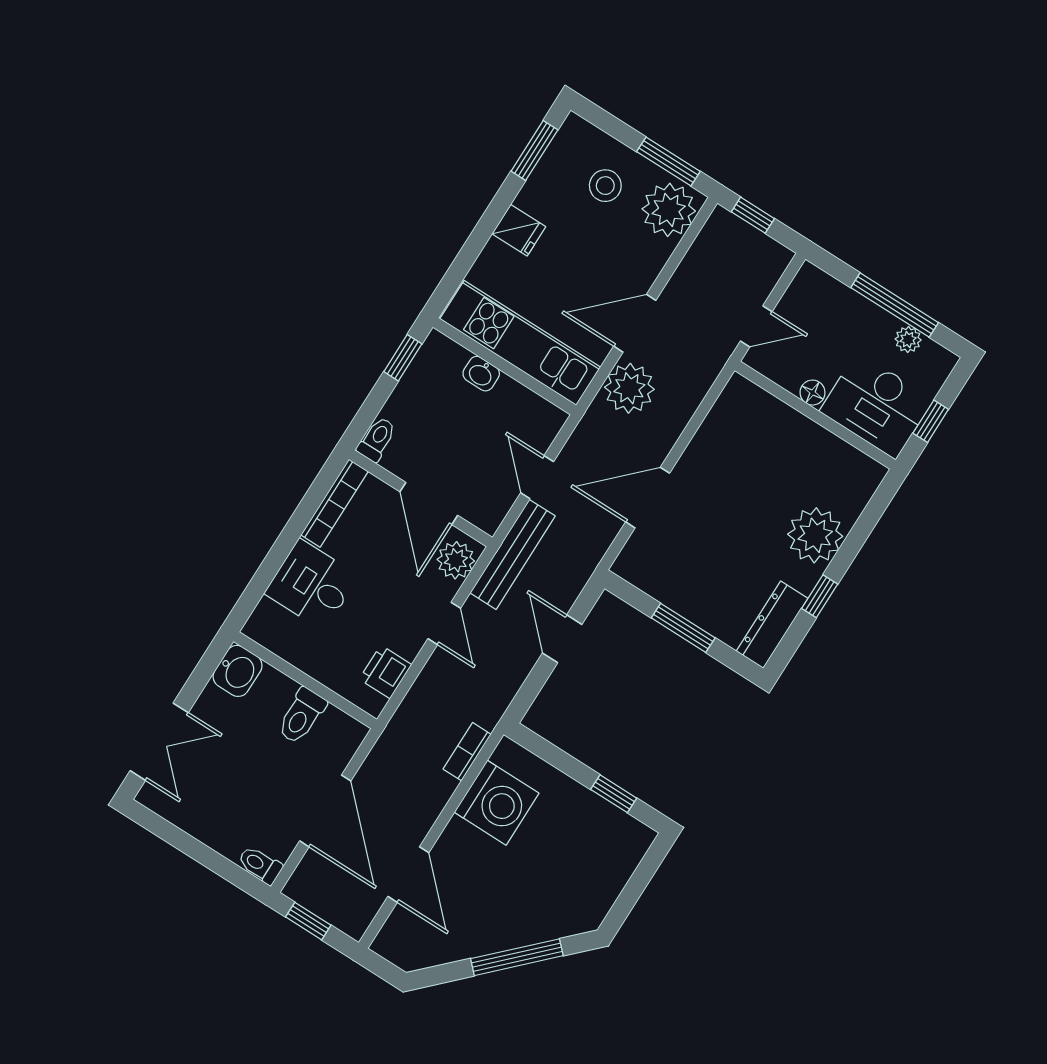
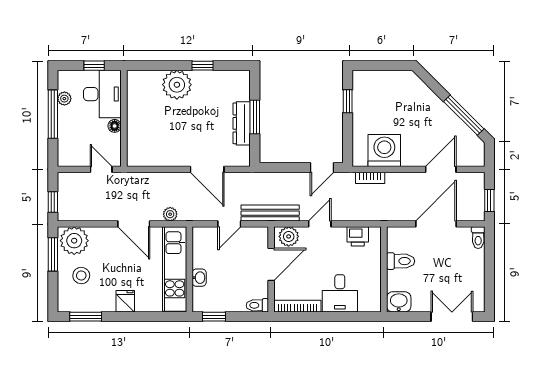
plant: (629, 388) -> (170, 214), width x0.53, depth x0.53
dresser: (772, 625) -> (242, 123), moved, turned 90
door: (562, 639) -> (322, 168), moved
window: (517, 957) -> (464, 115), moved

